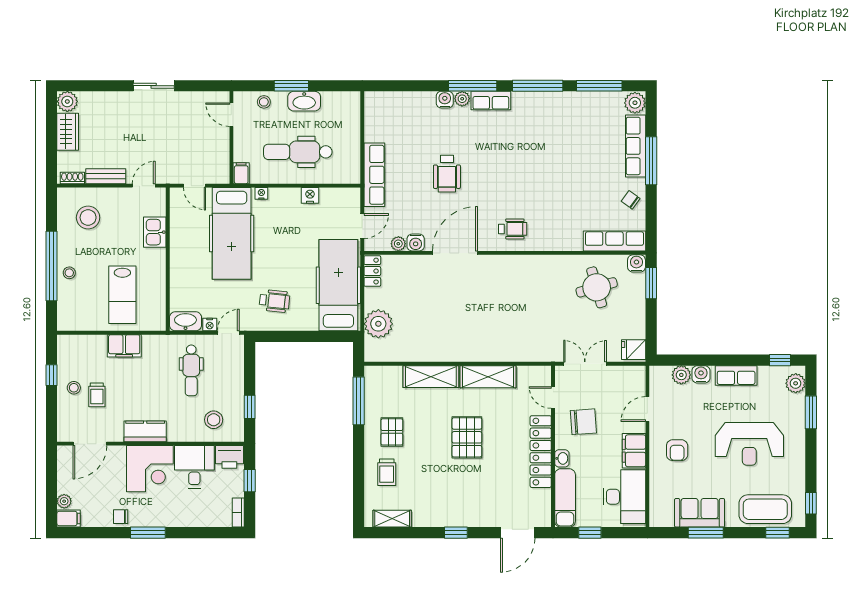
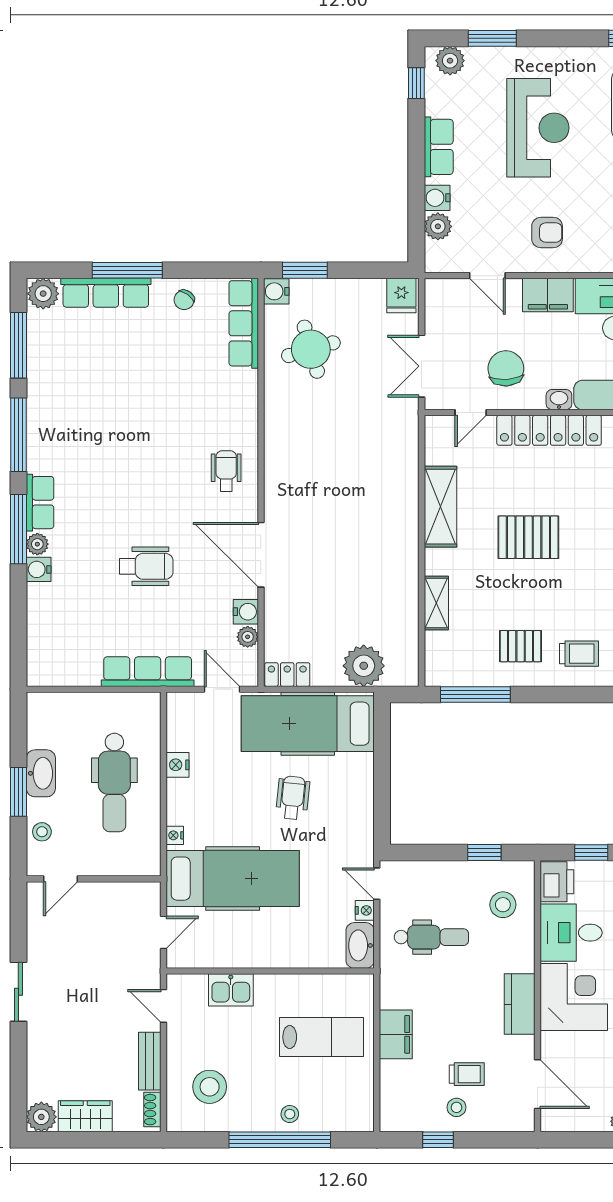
filing cabinet: (241, 173) -> (145, 865), removed
wheelchair: (274, 301) -> (293, 798), moved
shelving: (431, 377) -> (436, 603), width x0.67, depth x0.75

